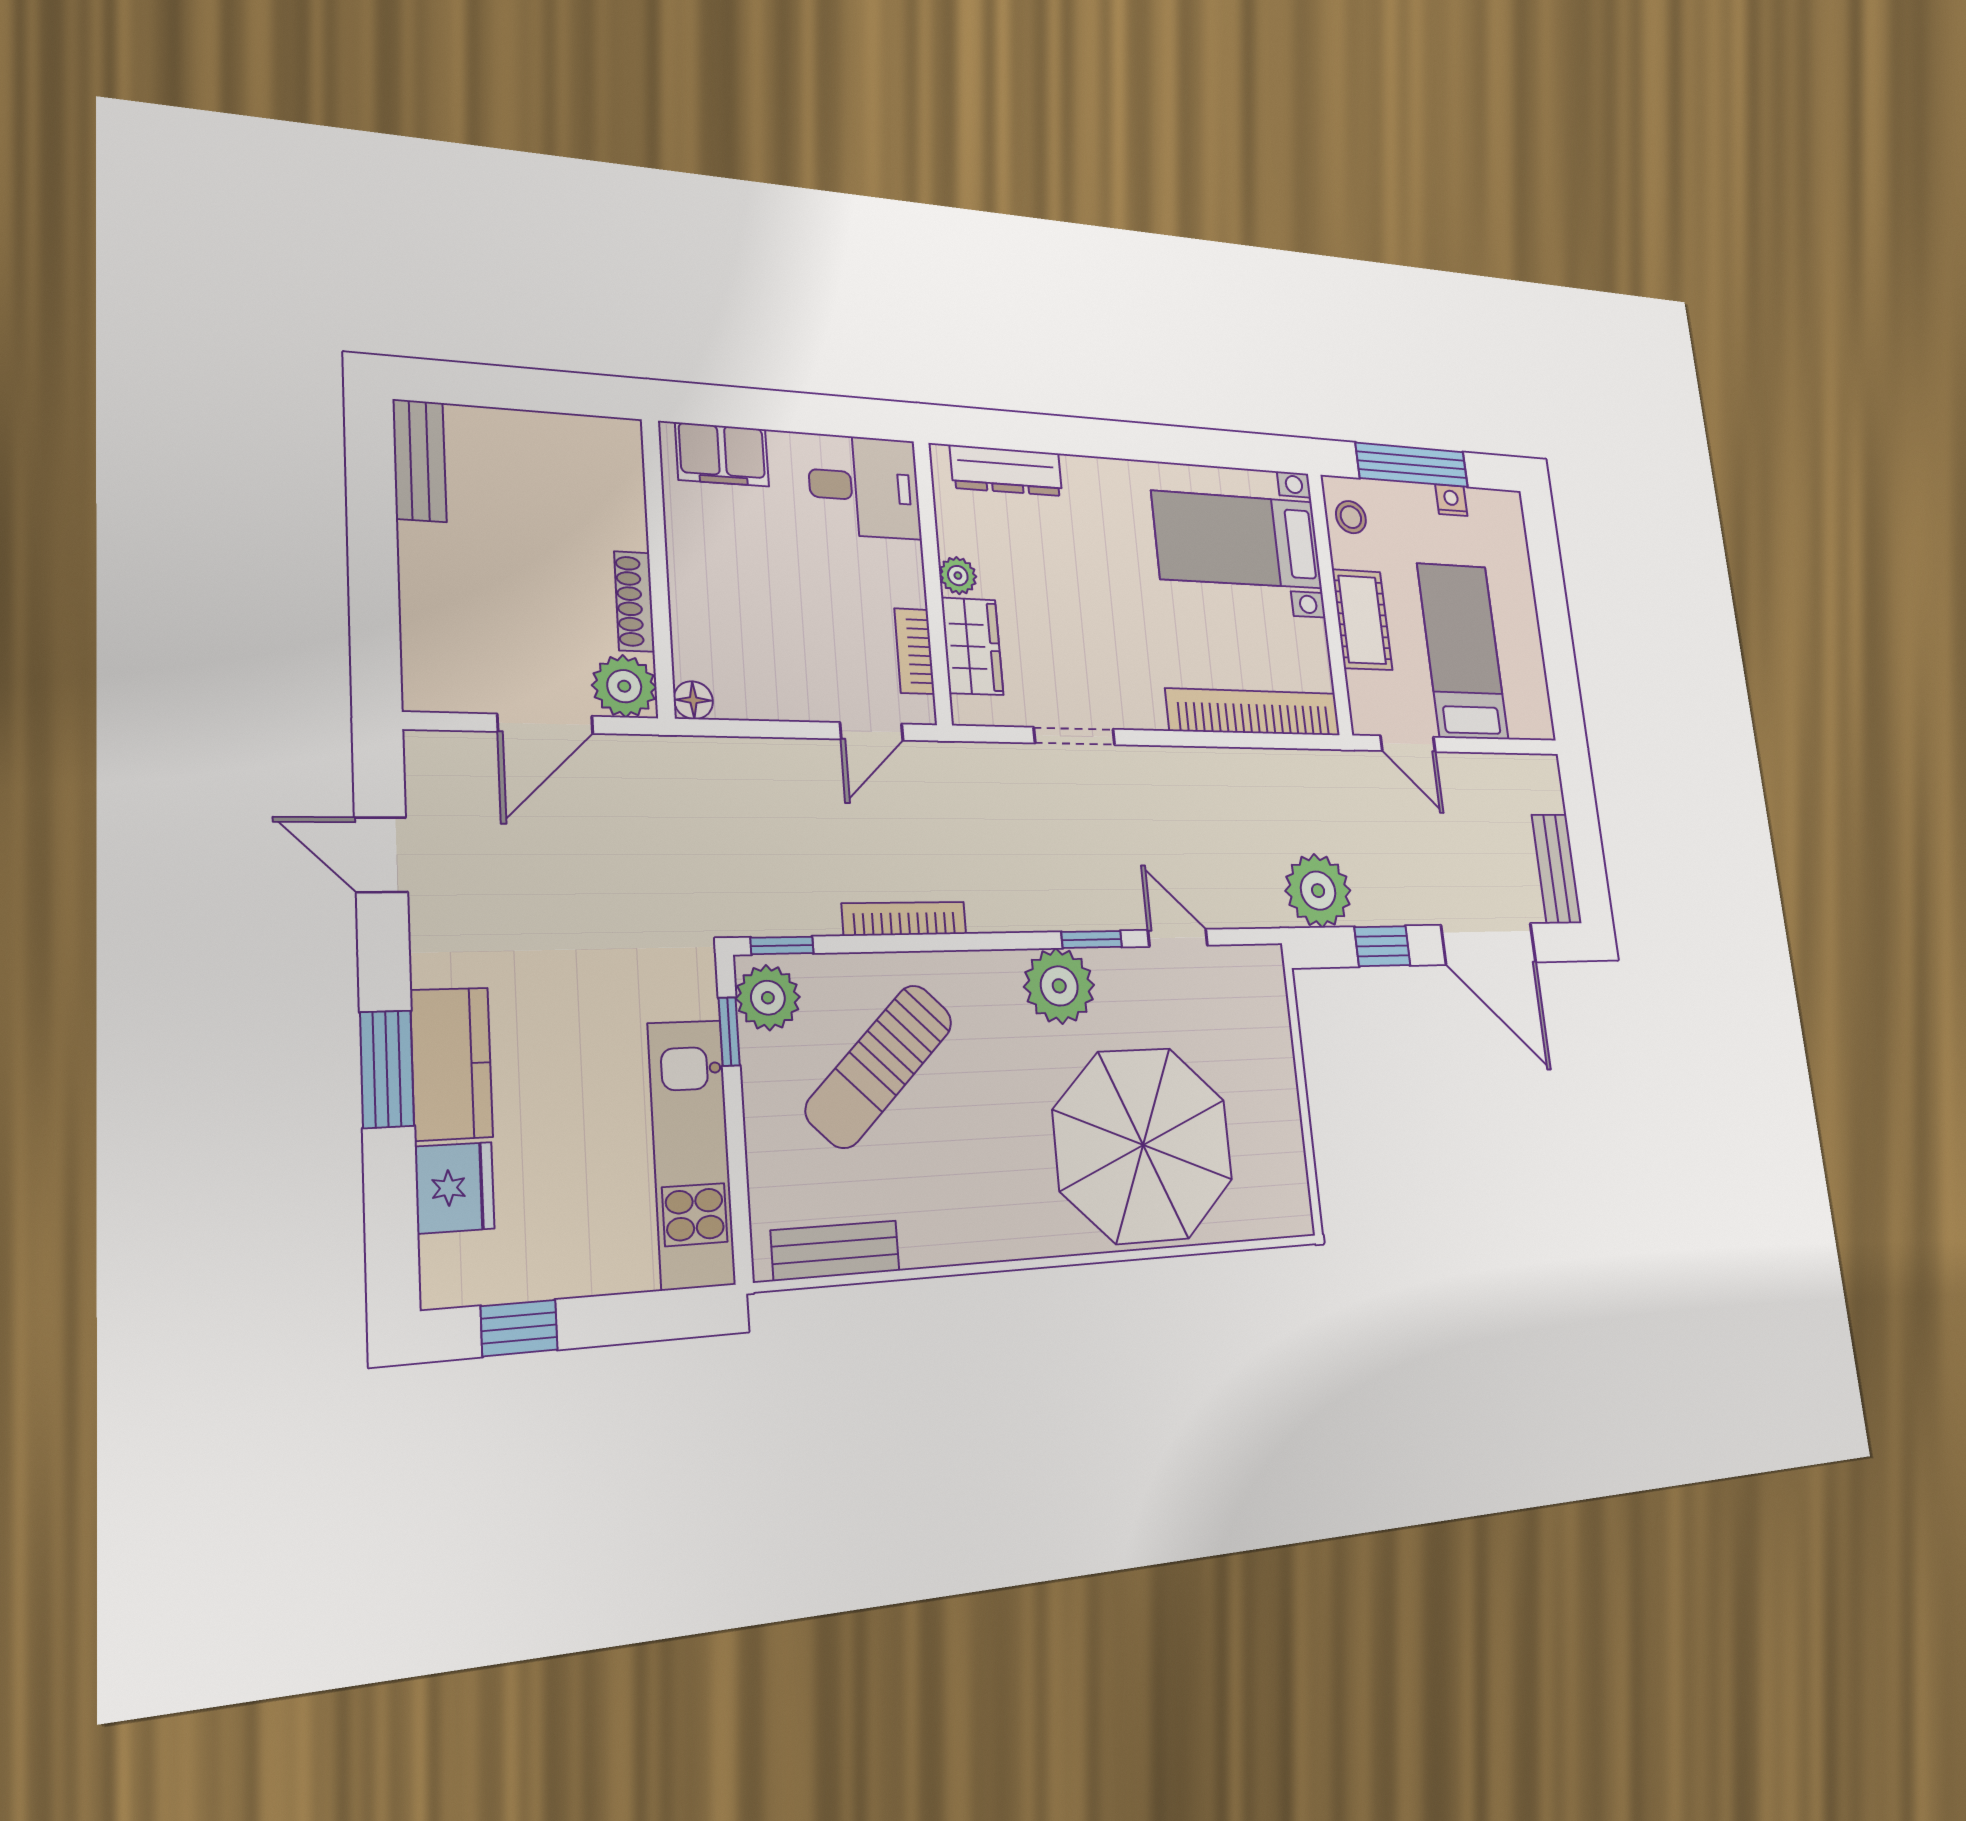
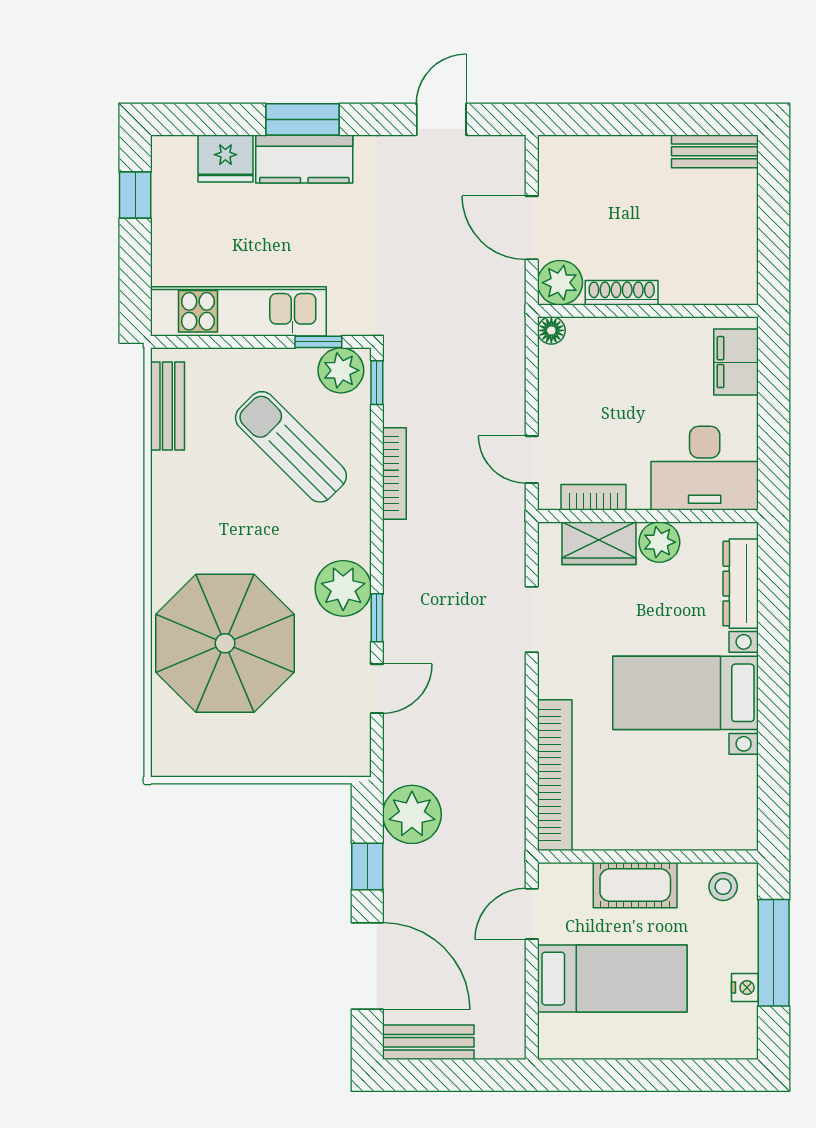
desk: (864, 487) -> (705, 468), width x1.37
bed with nightstands: (1237, 540) -> (685, 693), moved, turned -90
plant: (958, 576) -> (659, 542), width x1.38, depth x1.38
door: (1489, 944) -> (367, 966), swing flipped

